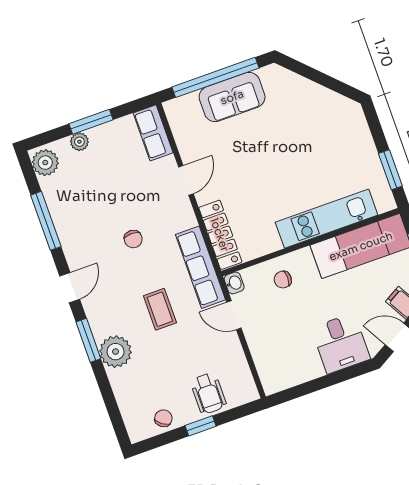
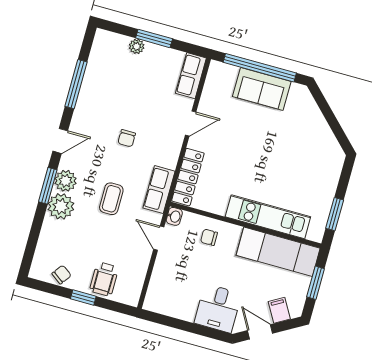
plant: (45, 163) -> (66, 181), moved
row of seats: (200, 267) -> (159, 190), width x0.68

